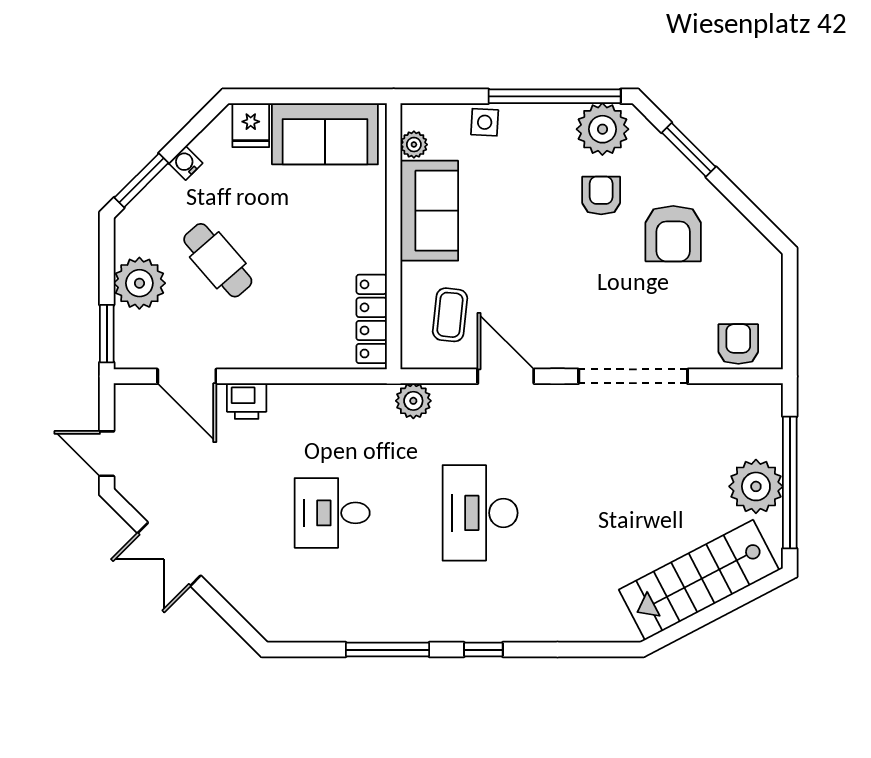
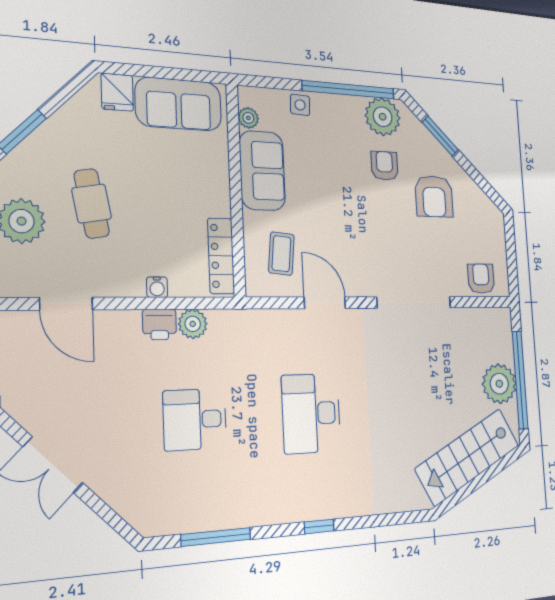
water cooler: (186, 163) -> (157, 287), moved, turned -135
cafe table: (218, 260) -> (92, 204), turned 31
printer: (247, 401) -> (159, 324), moved
plant: (413, 401) -> (193, 324), moved
window: (388, 650) -> (216, 537), moved

